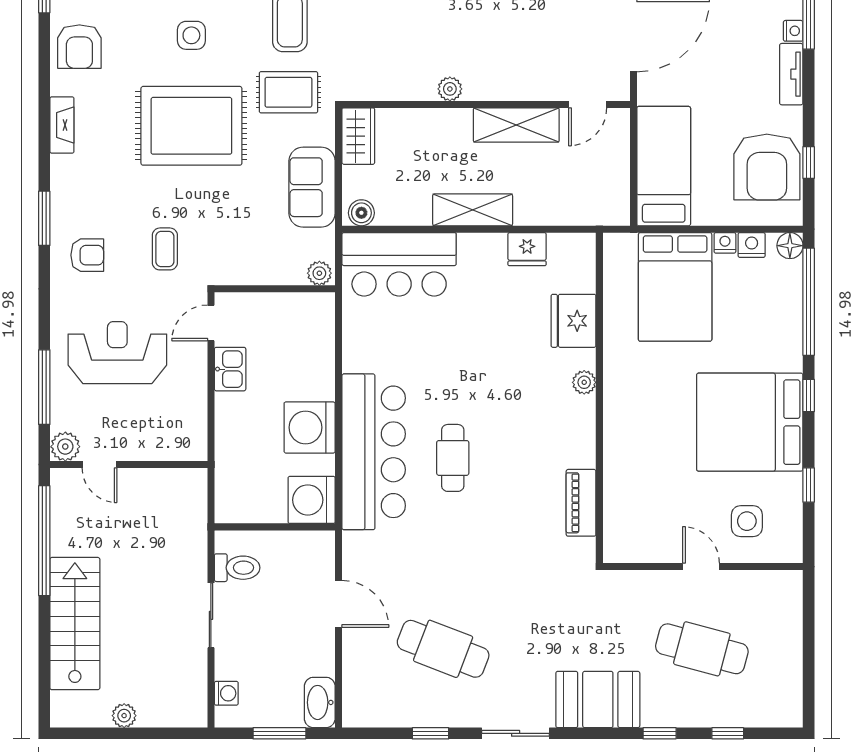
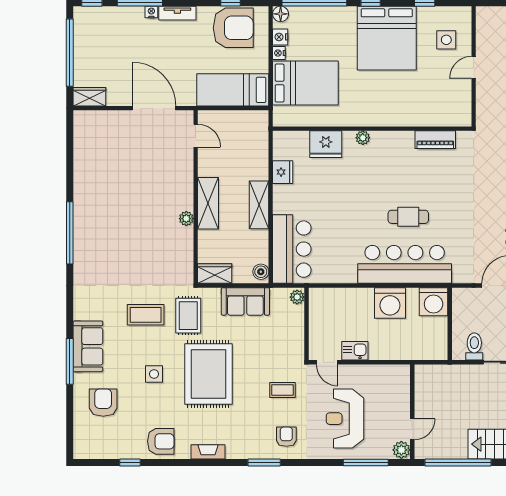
shelving: (516, 125) -> (208, 203), moved

